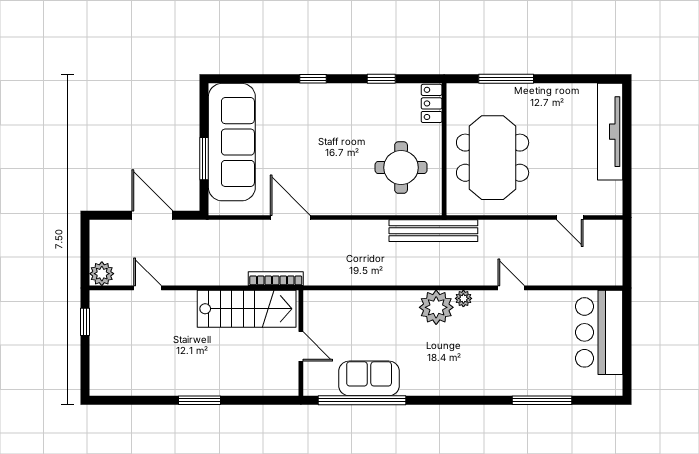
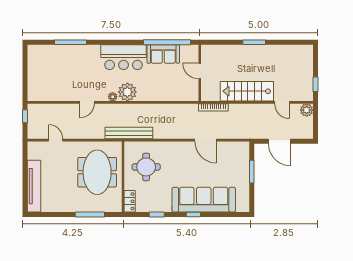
sofa: (232, 142) -> (204, 200), moved, turned 90
window: (627, 262) -> (25, 116), added
door: (511, 288) -> (87, 102), hinge flipped
stairs: (247, 309) -> (247, 91), moved
bar counter: (599, 332) -> (124, 57), moved, turned 90

